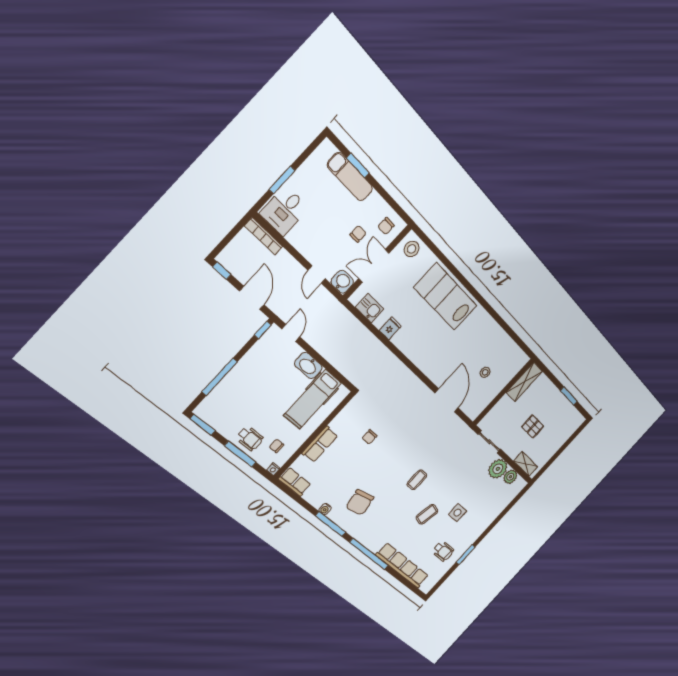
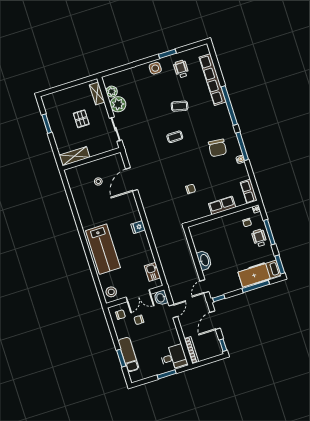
fridge: (390, 328) -> (138, 227), moved
hospital bed: (313, 399) -> (259, 274), moved, turned 180
chair: (360, 502) -> (217, 148), turned 107
side table: (457, 513) -> (155, 68), moved

